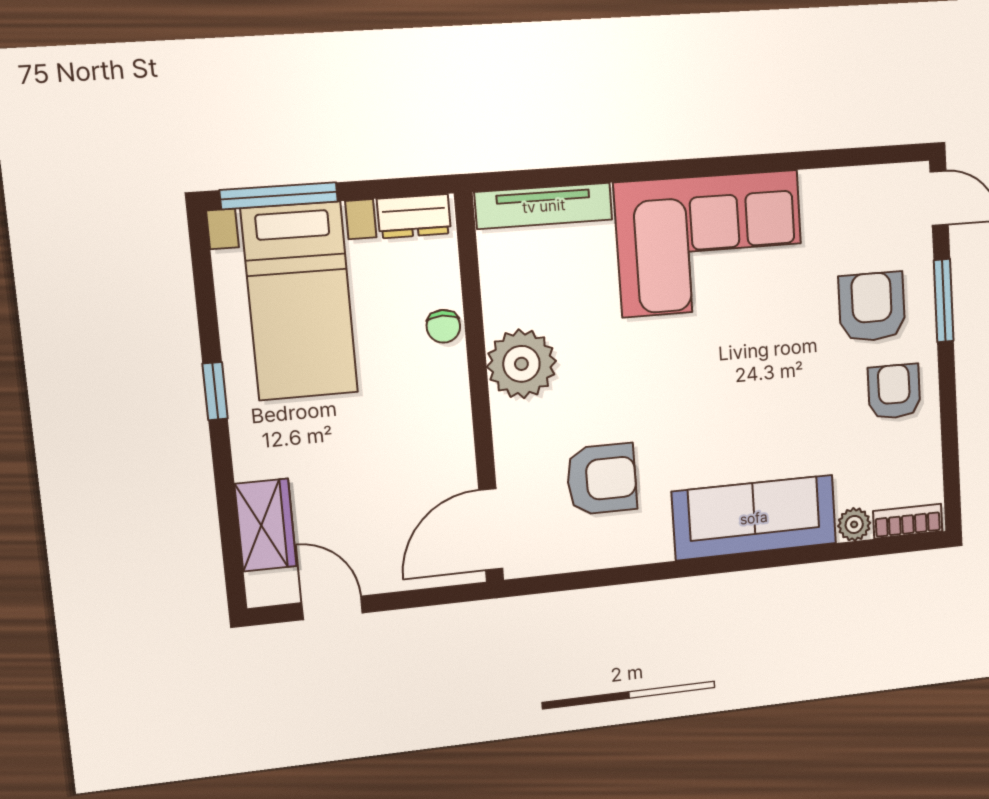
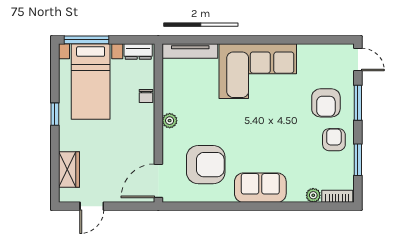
armchair: (872, 307) -> (326, 103), turned 180
plant: (521, 364) -> (170, 121), width x0.53, depth x0.53
window: (949, 433) -> (358, 160), added
armchair: (602, 479) -> (206, 165), width x1.36, depth x1.36
sofa: (754, 518) -> (260, 188), width x0.73
door: (332, 608) -> (92, 206), swing flipped

